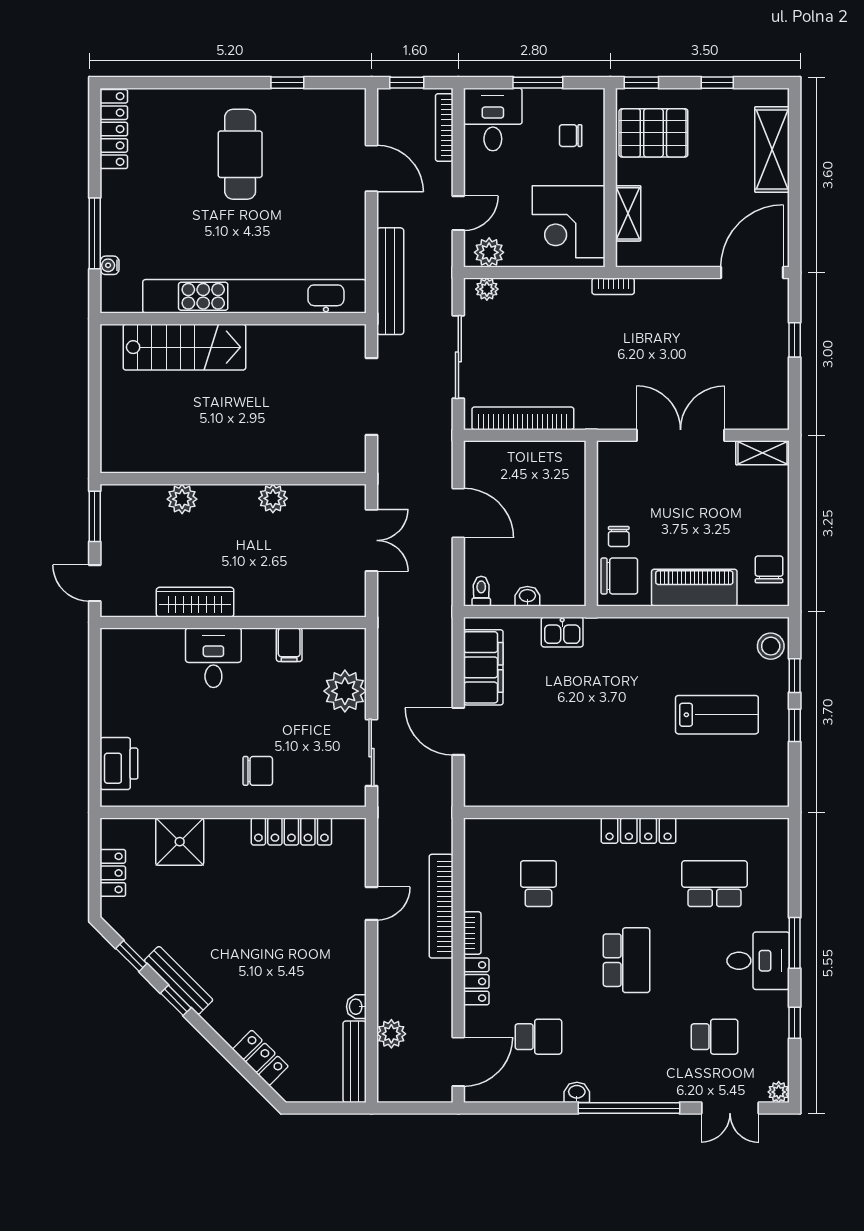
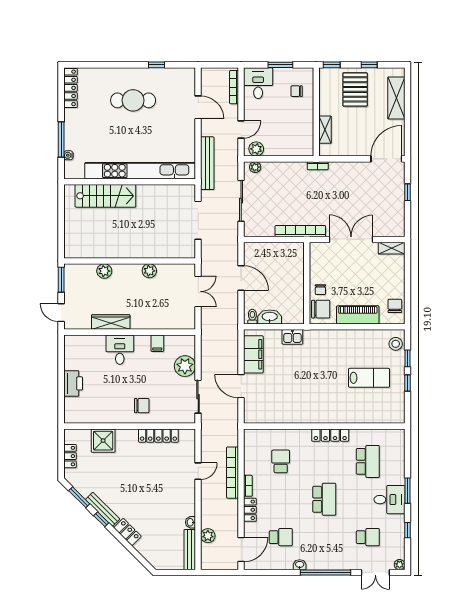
window: (407, 83) -> (216, 65), removed
pallet: (653, 133) -> (355, 89), moved, turned 90
cafe table: (240, 154) -> (133, 100), turned 90
corner desk: (569, 222) -> (296, 134), removed
bookcase: (523, 418) -> (300, 231), moved
washbasin: (527, 596) -> (270, 317), width x1.91, depth x1.45
printer: (119, 764) -> (73, 383), moved
school desk: (715, 884) -> (368, 461), turned 90
window: (131, 956) -> (79, 497), width x1.50
locker: (260, 1058) -> (128, 532), moved

